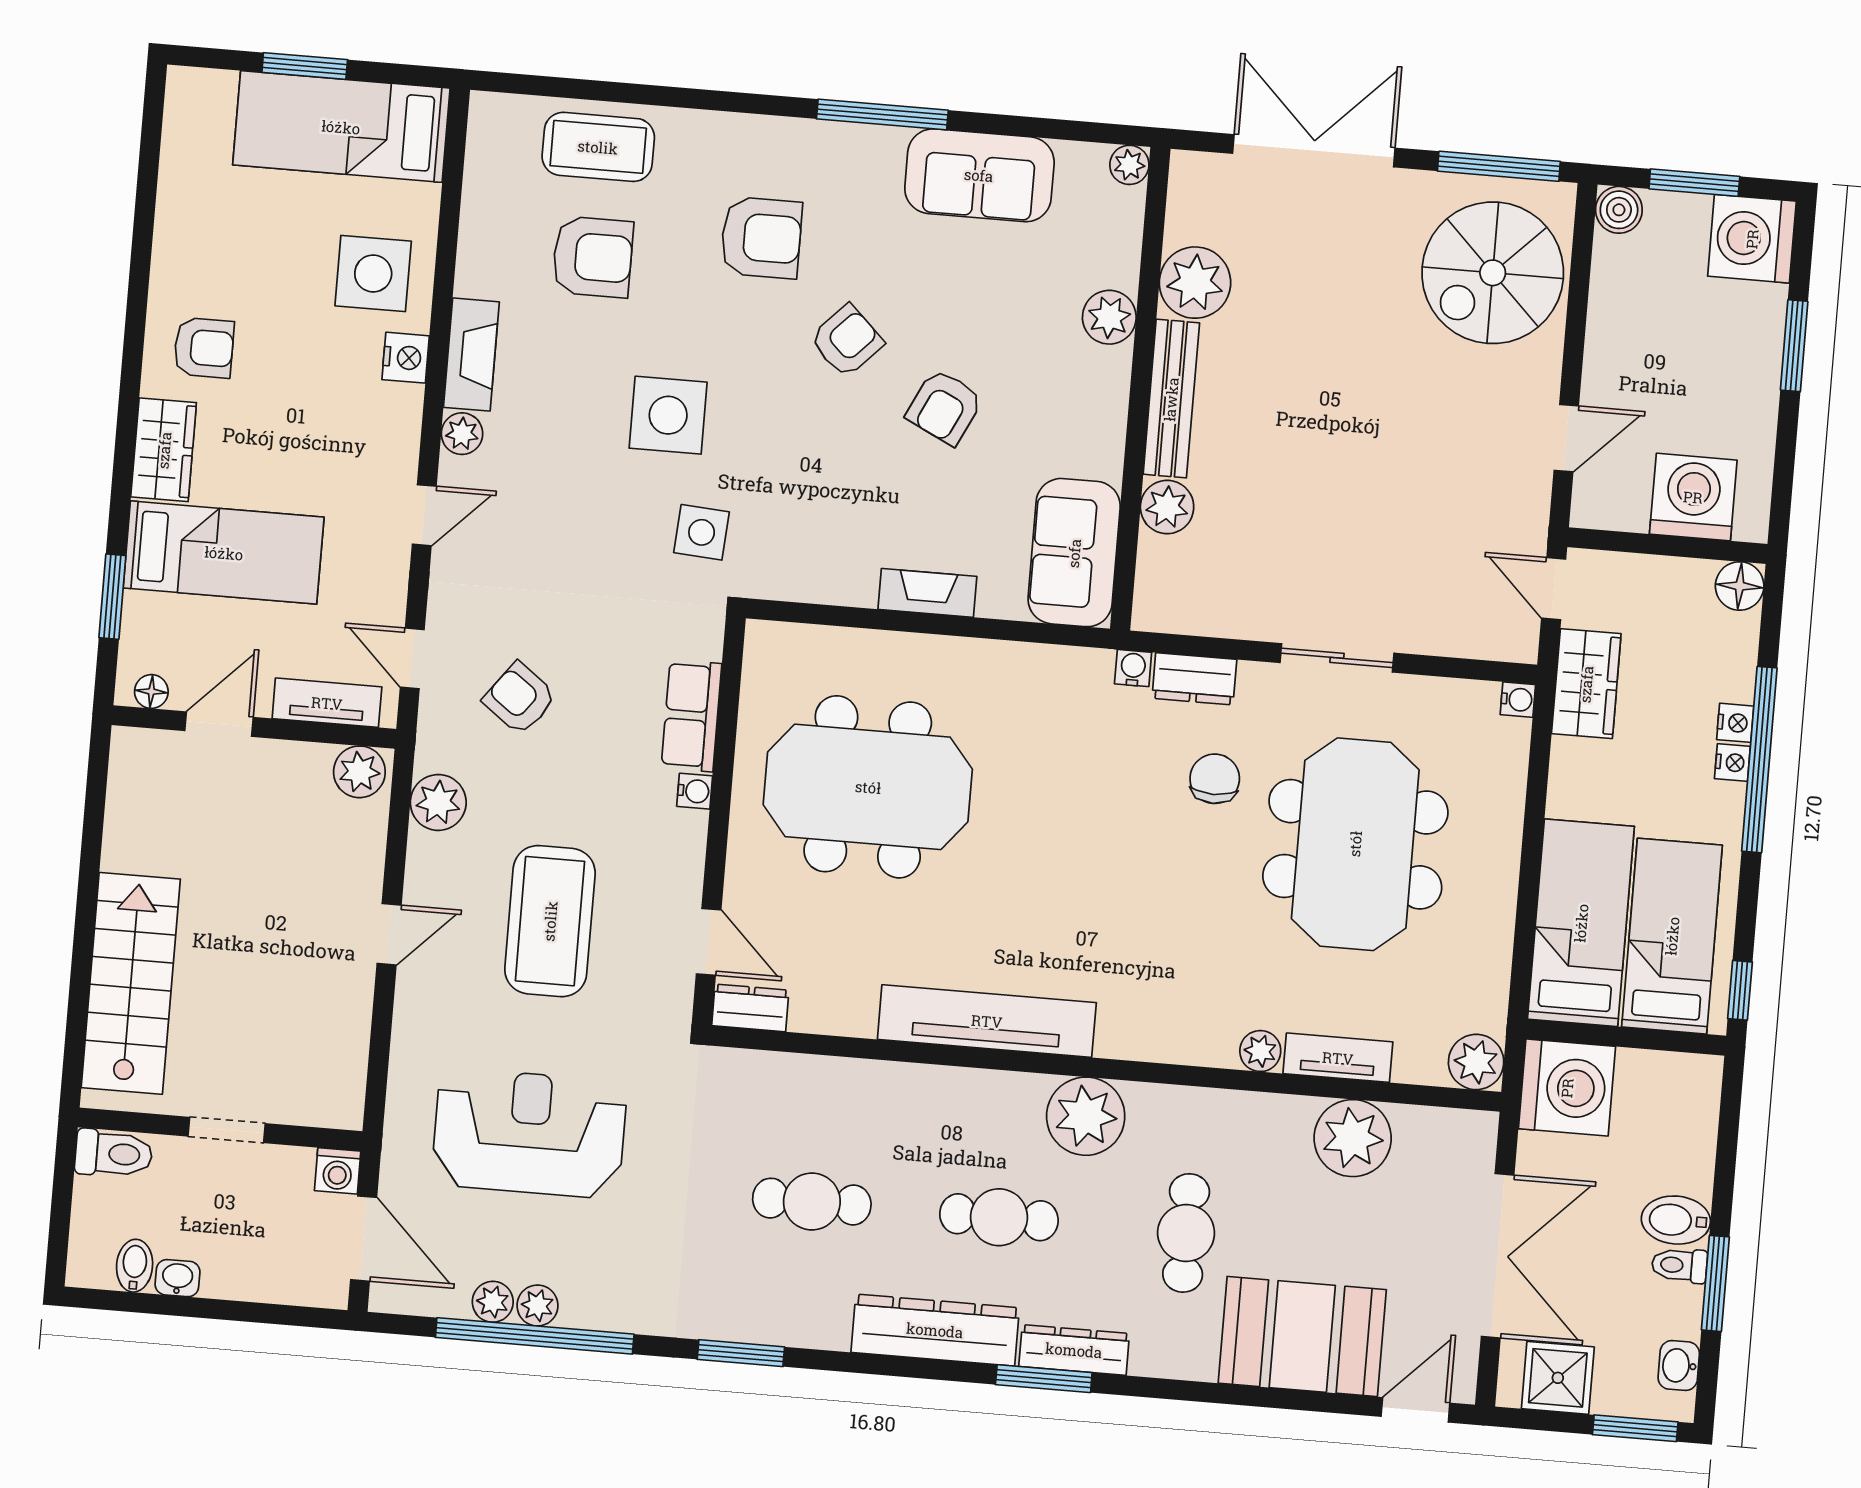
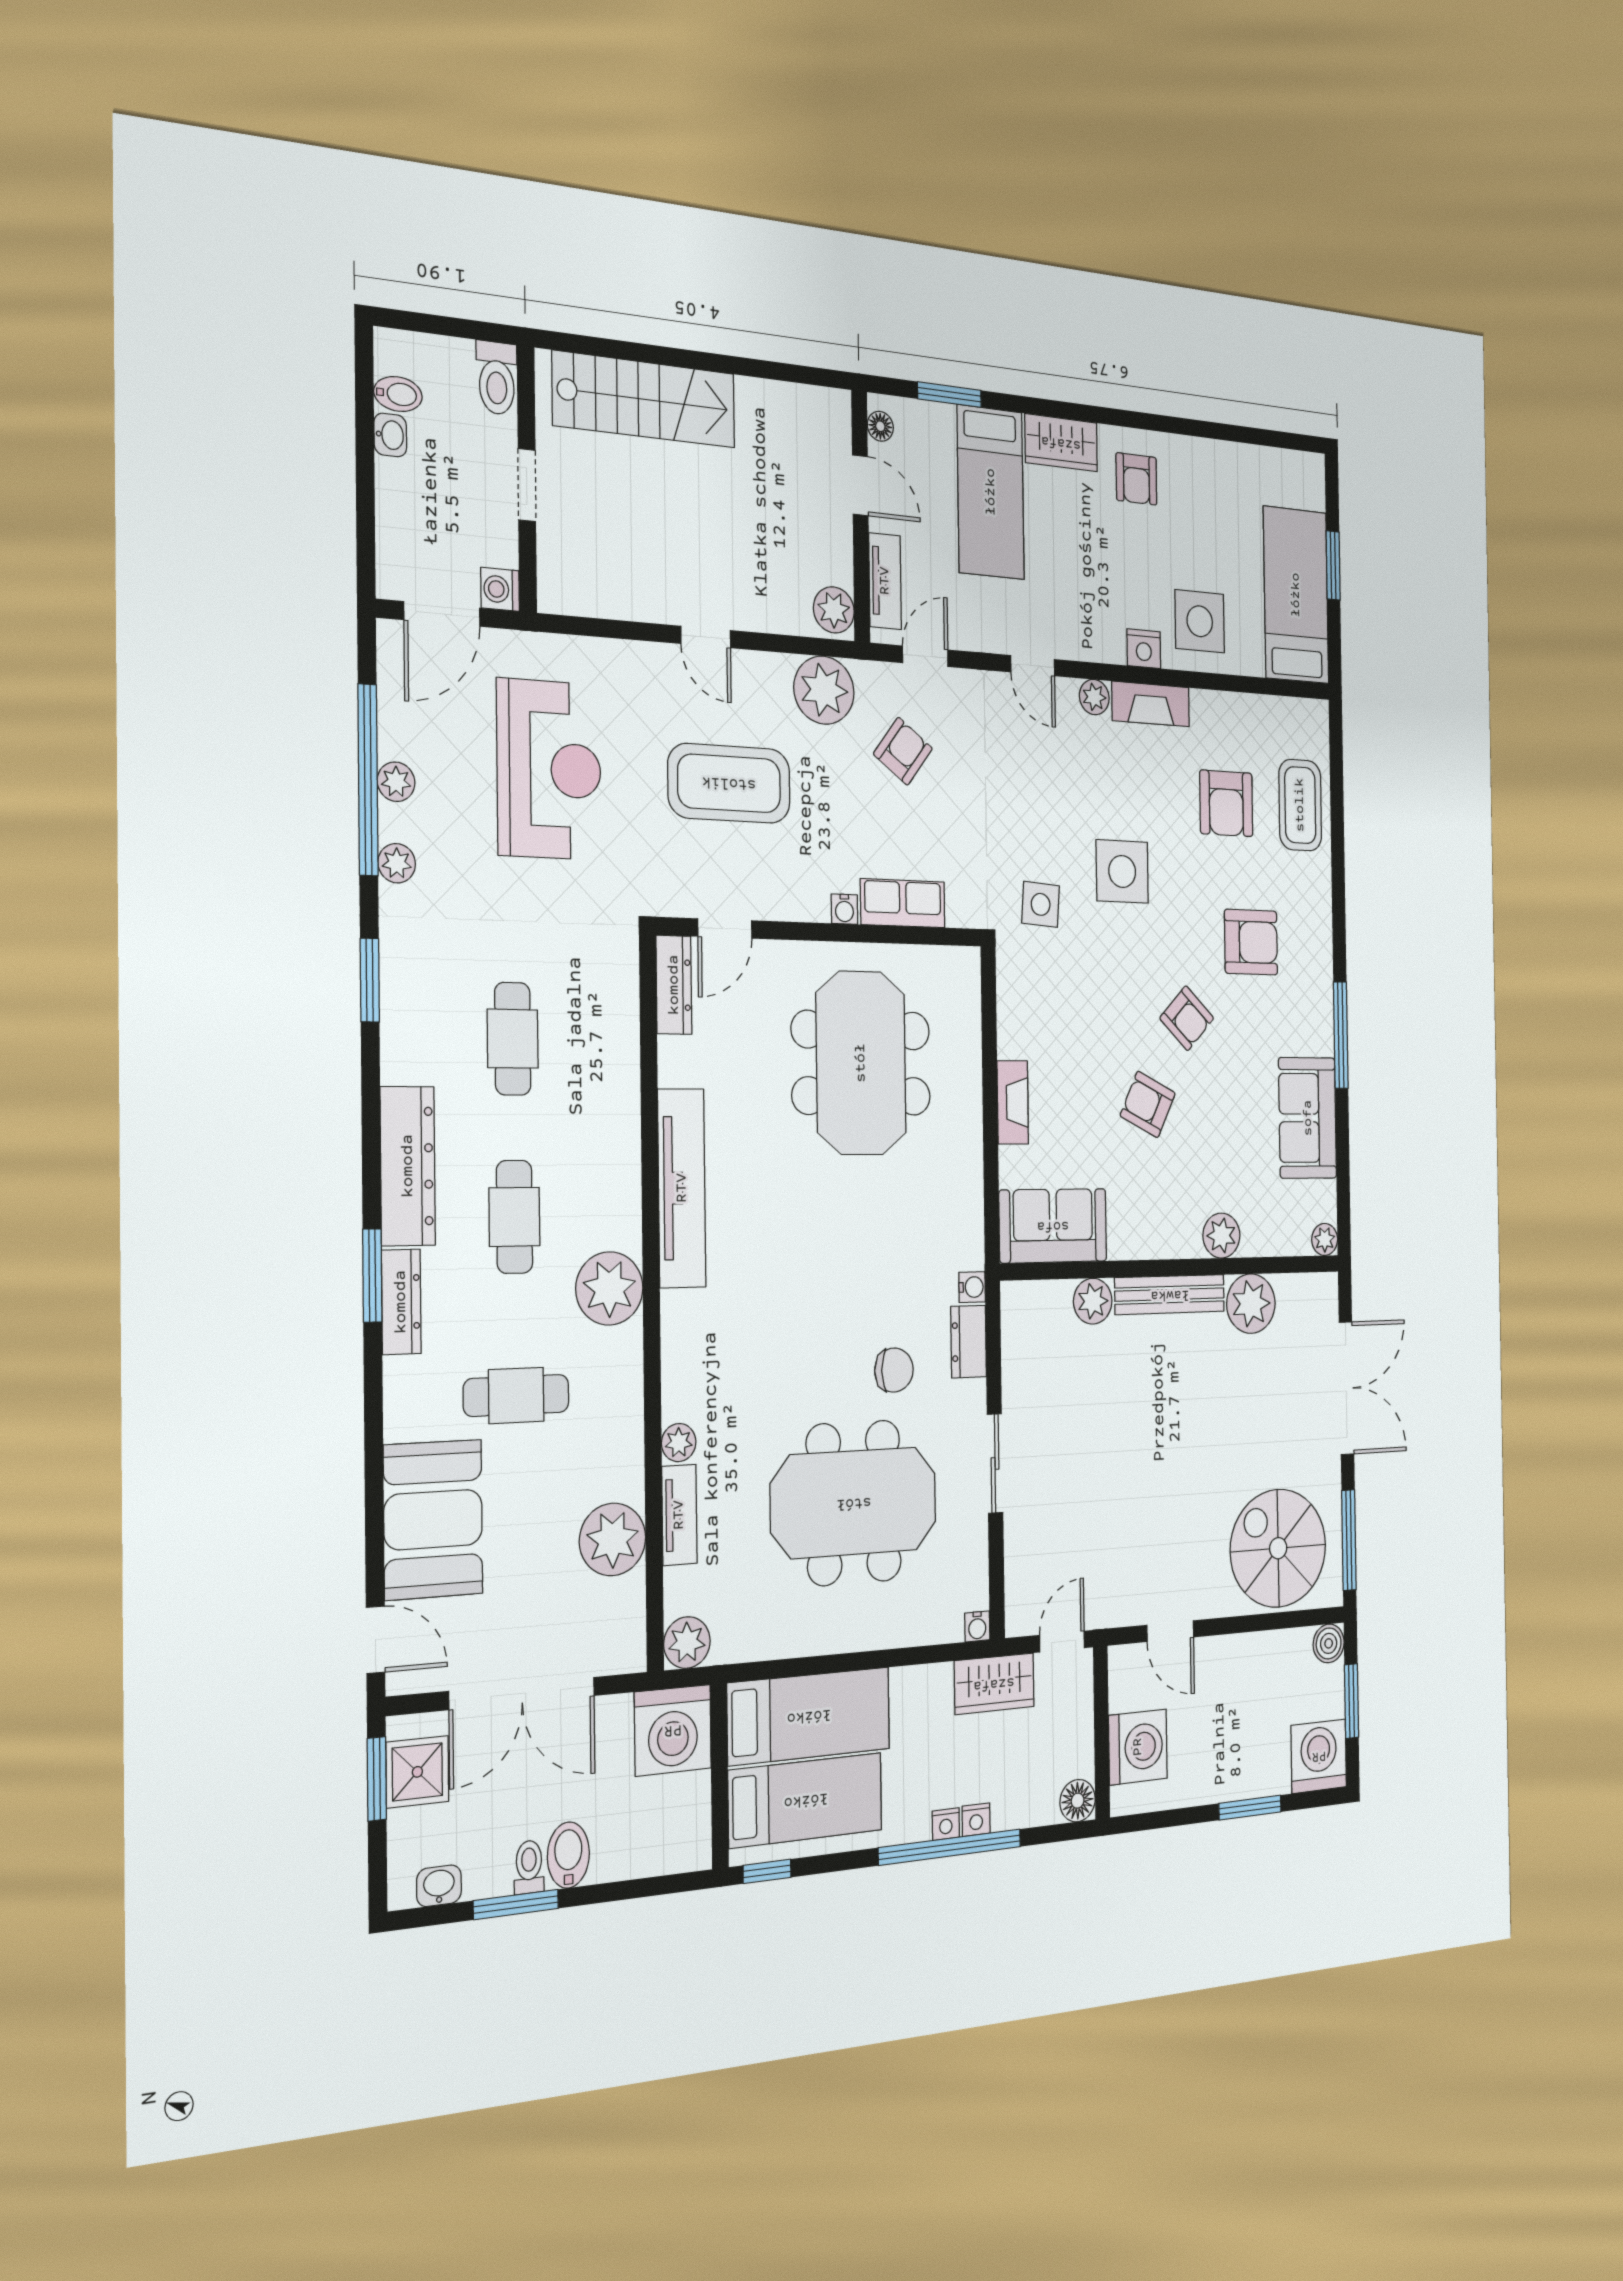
armchair: (761, 238) -> (1251, 942), turned -90
plant: (438, 802) -> (824, 690), width x1.36, depth x1.36
dresser: (750, 1008) -> (674, 985), width x1.44
plant: (493, 1302) -> (397, 863), moved
window: (1635, 1428) -> (377, 1779), moved

